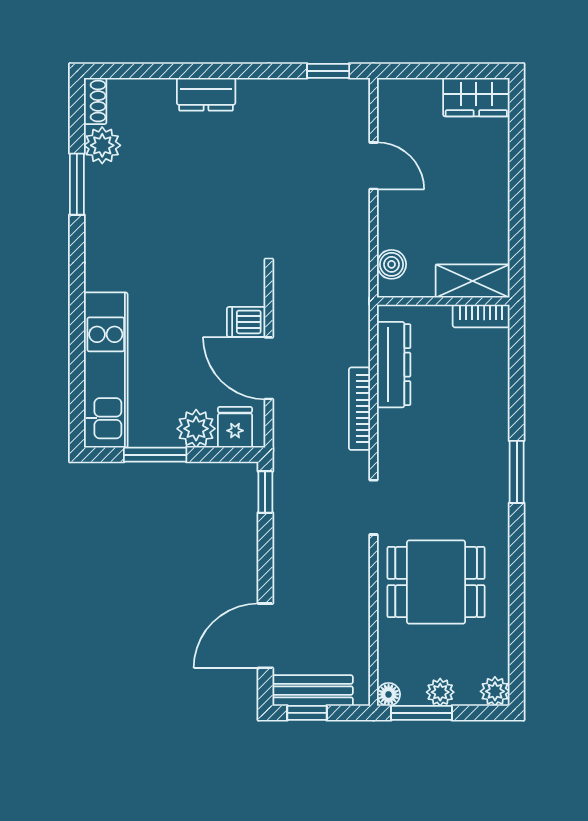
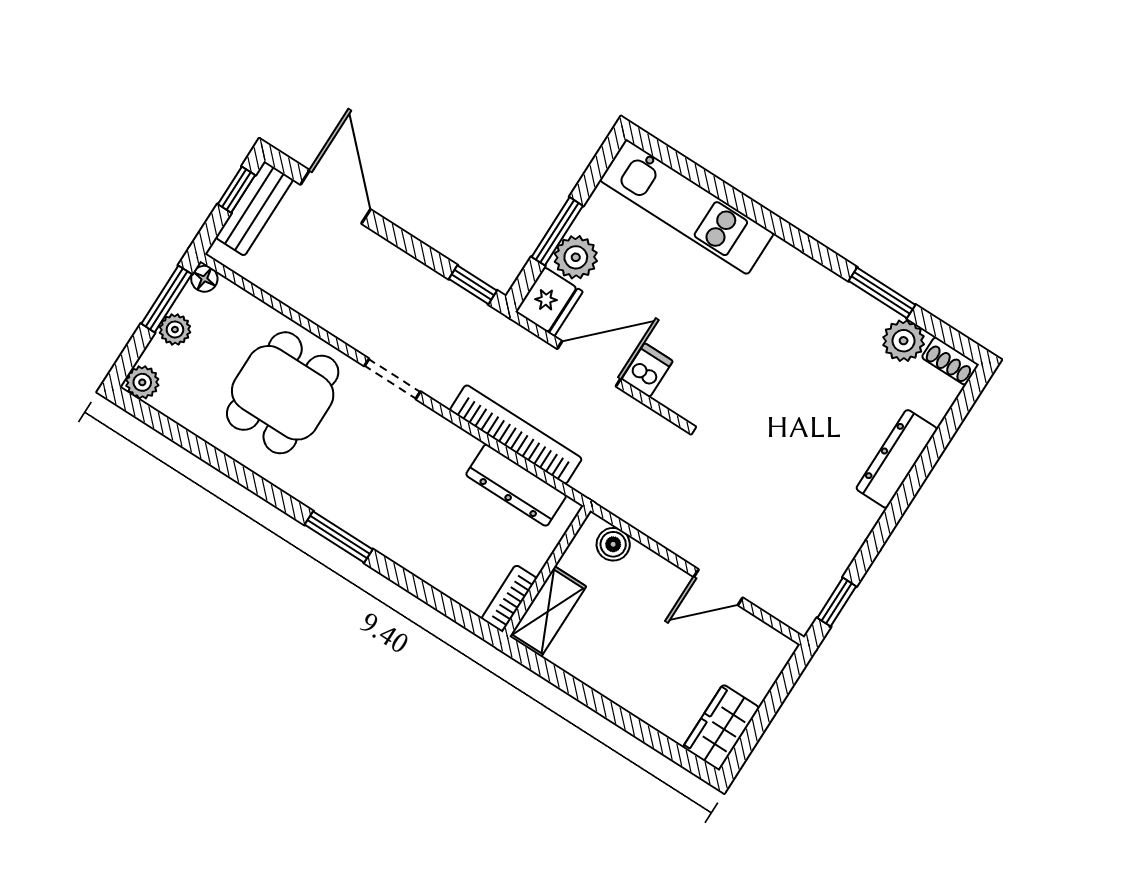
dresser: (206, 94) -> (897, 459), width x1.44
bookcase: (359, 409) -> (516, 434), width x1.48, depth x1.31
fridge: (235, 427) -> (549, 302), width x1.38
window: (155, 455) -> (557, 231), moved

